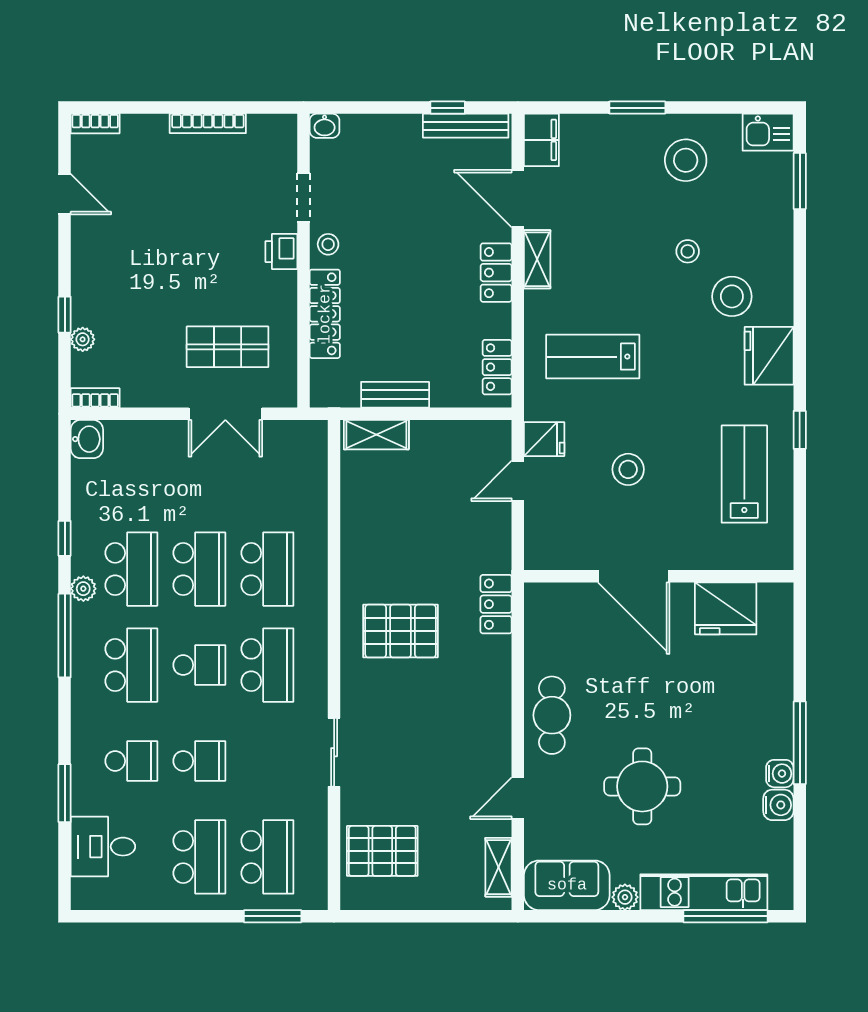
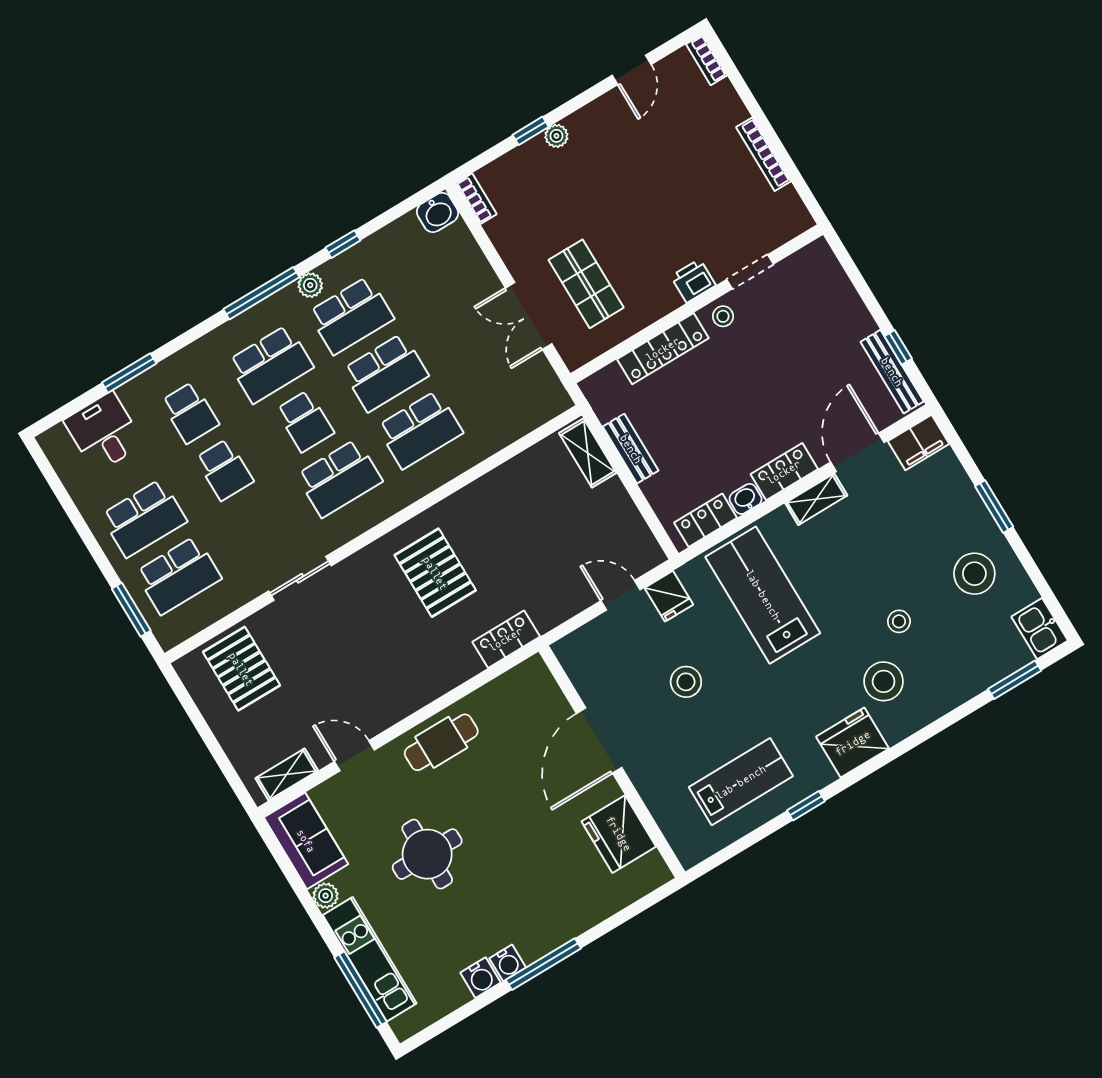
washbasin: (325, 126) -> (746, 499), moved, turned 90
plant: (83, 339) -> (556, 136), moved
lab bench: (593, 357) -> (763, 595), width x1.36, depth x1.39

